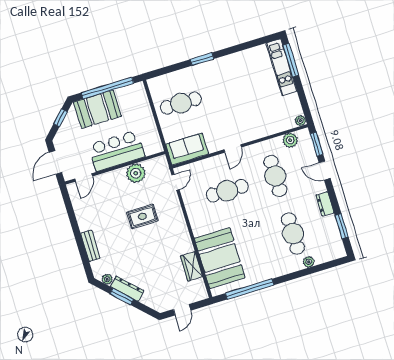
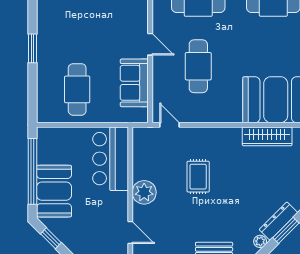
sofa: (187, 149) -> (134, 83), moved
bar counter: (117, 151) -> (111, 159), moved
plant: (136, 173) -> (144, 192), moved
wardrobe: (191, 266) -> (267, 136), width x1.50

